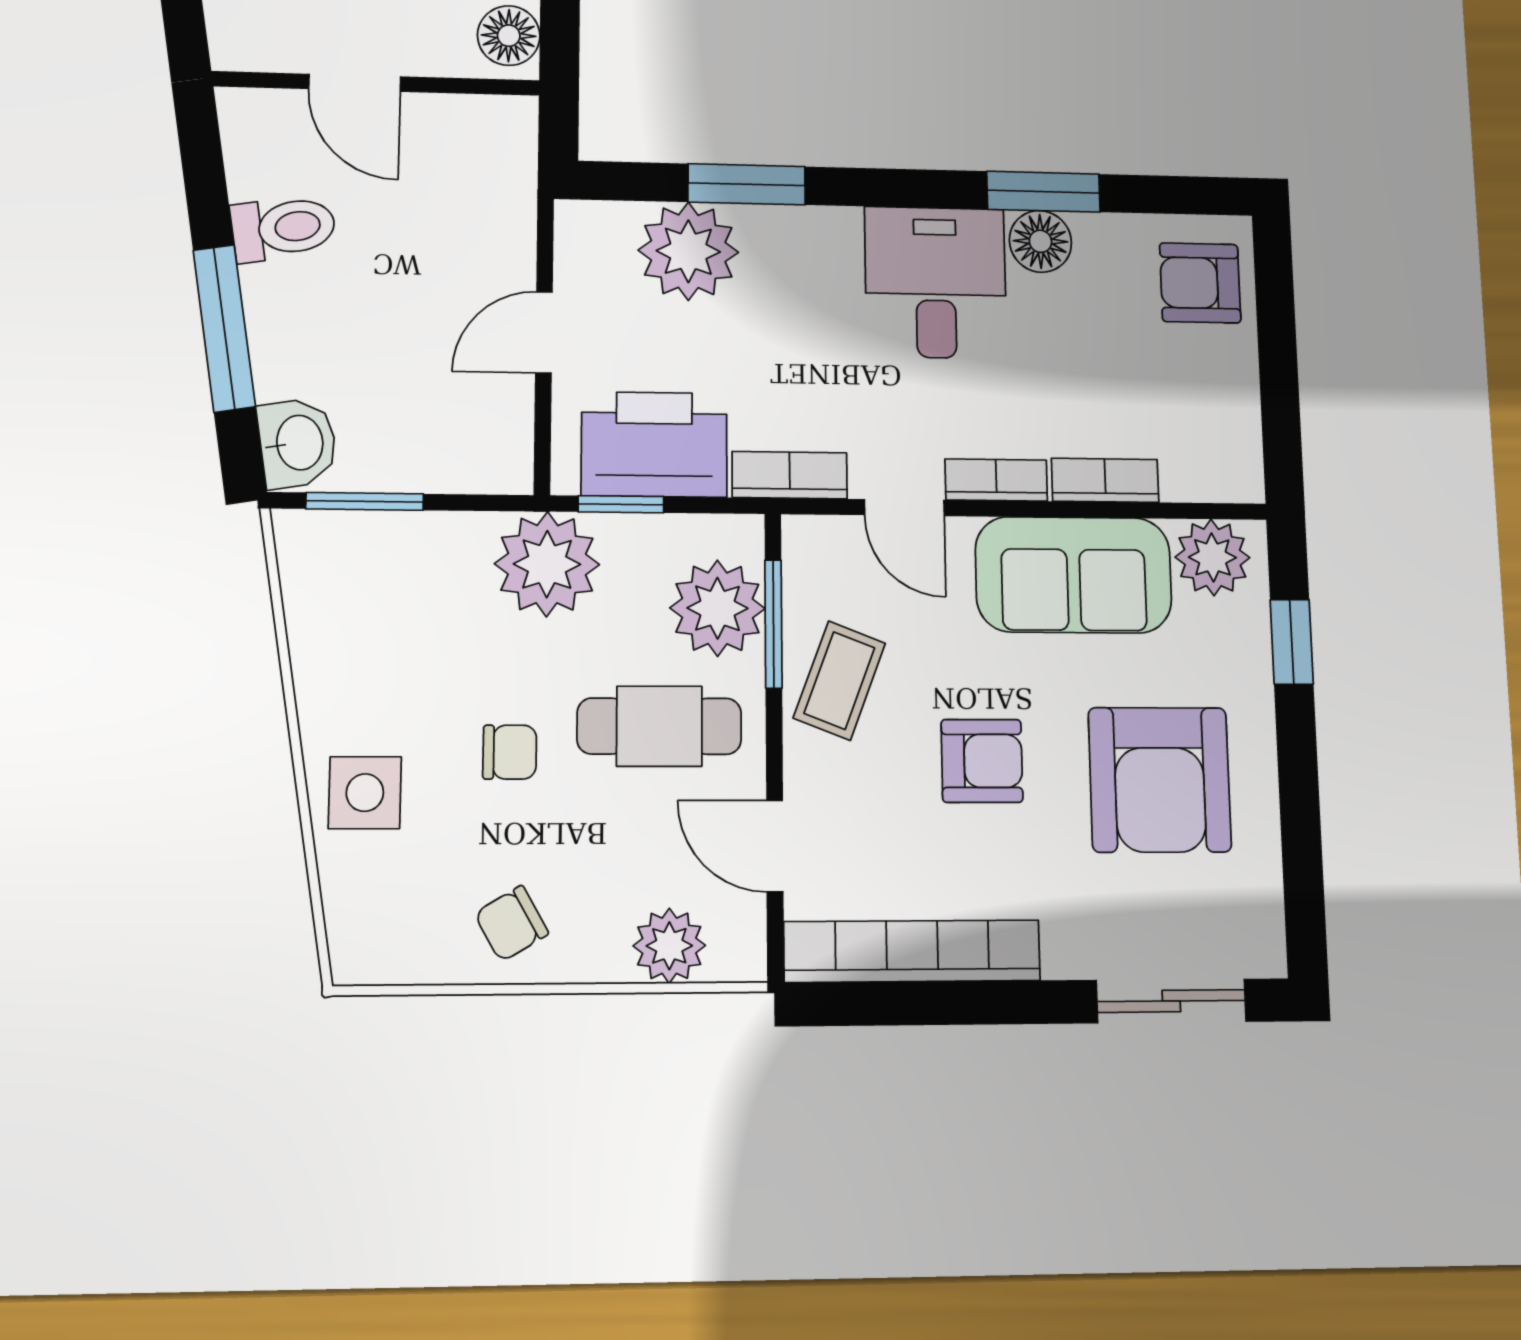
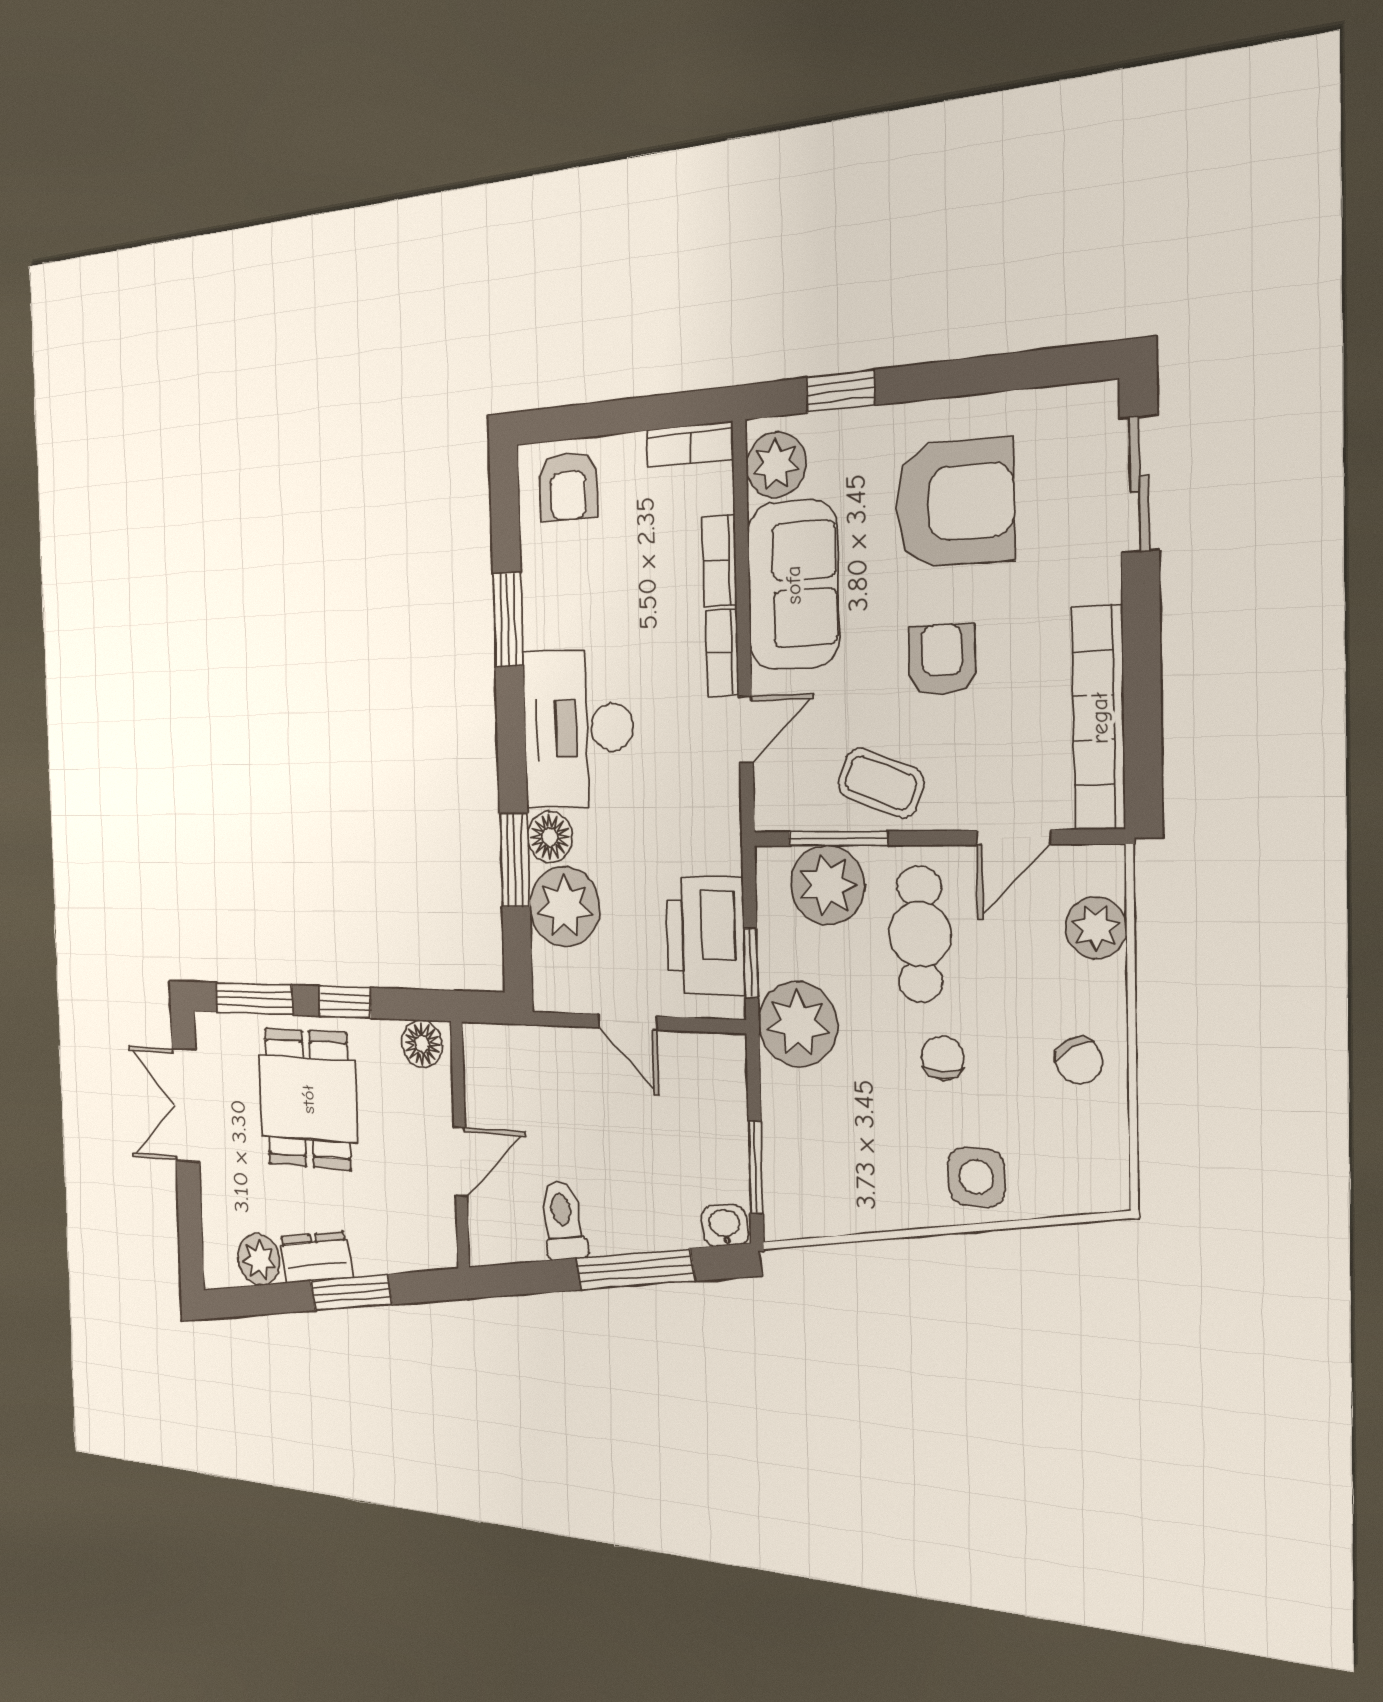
floor lamp: (1040, 241) -> (550, 837), moved
desk: (936, 282) -> (578, 728), width x1.37
washbasin: (298, 443) -> (725, 1226), width x0.72, depth x0.69
bookcase: (790, 475) -> (690, 445), moved, turned -90

